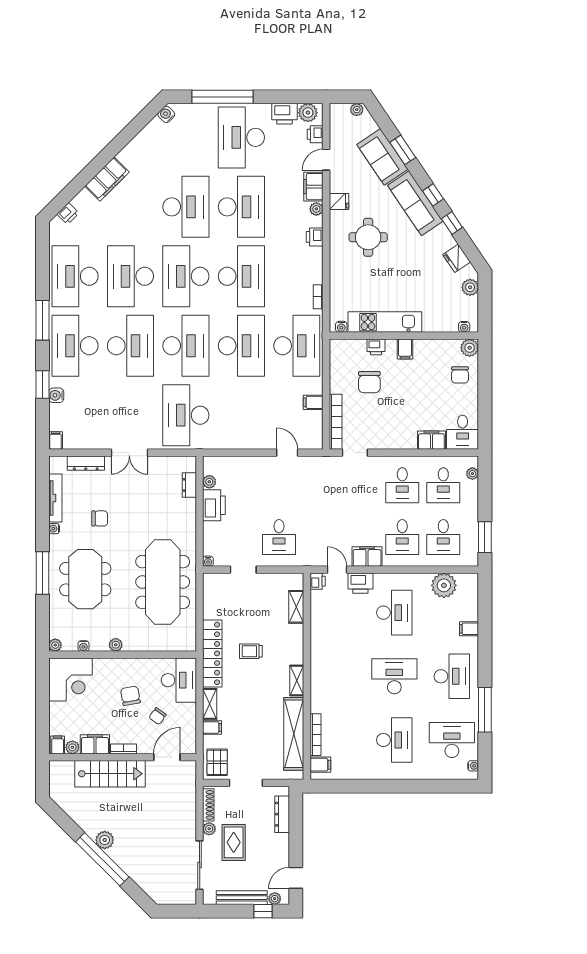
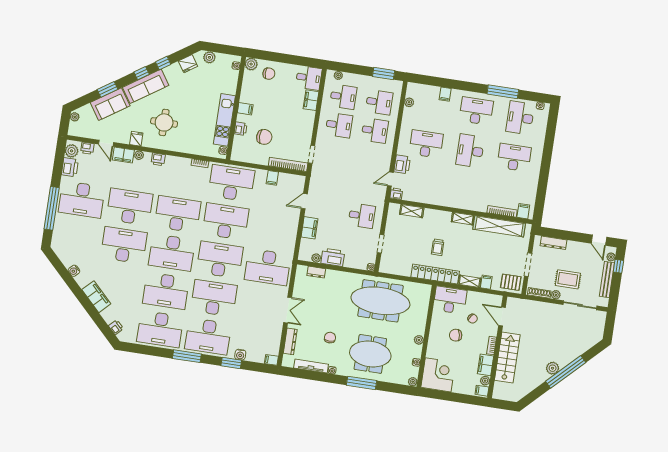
water cooler: (166, 114) -> (74, 271), moved
filing cabinet: (367, 557) -> (310, 228), moved, turned 180
plant: (444, 585) -> (409, 102), width x0.53, depth x0.53

